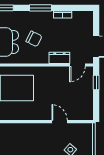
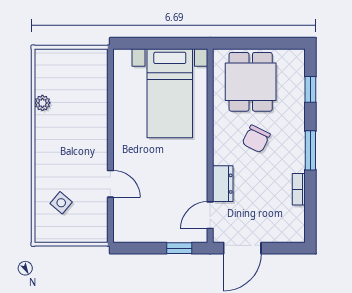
door: (77, 65) -> (210, 215), hinge flipped
door: (60, 122) -> (110, 184), hinge flipped

